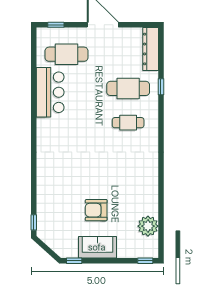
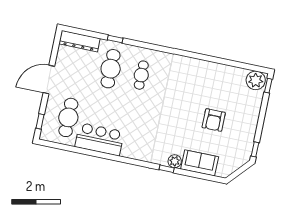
plant: (43, 178) -> (175, 161), added
window: (34, 222) -> (167, 169), moved
plant: (148, 226) -> (256, 80), moved
sofa: (97, 247) -> (200, 163), moved, turned 90

